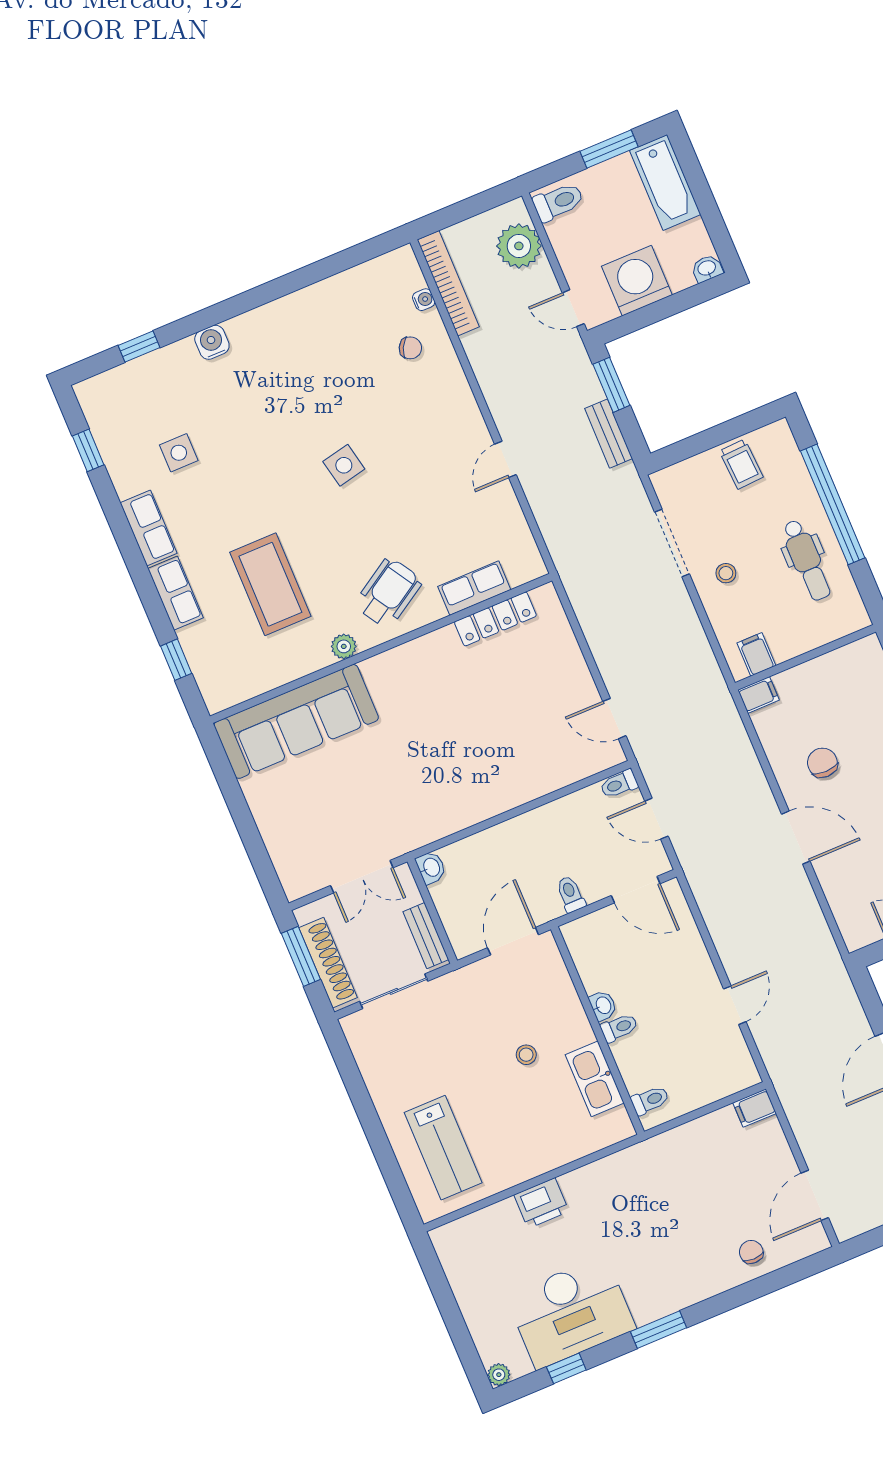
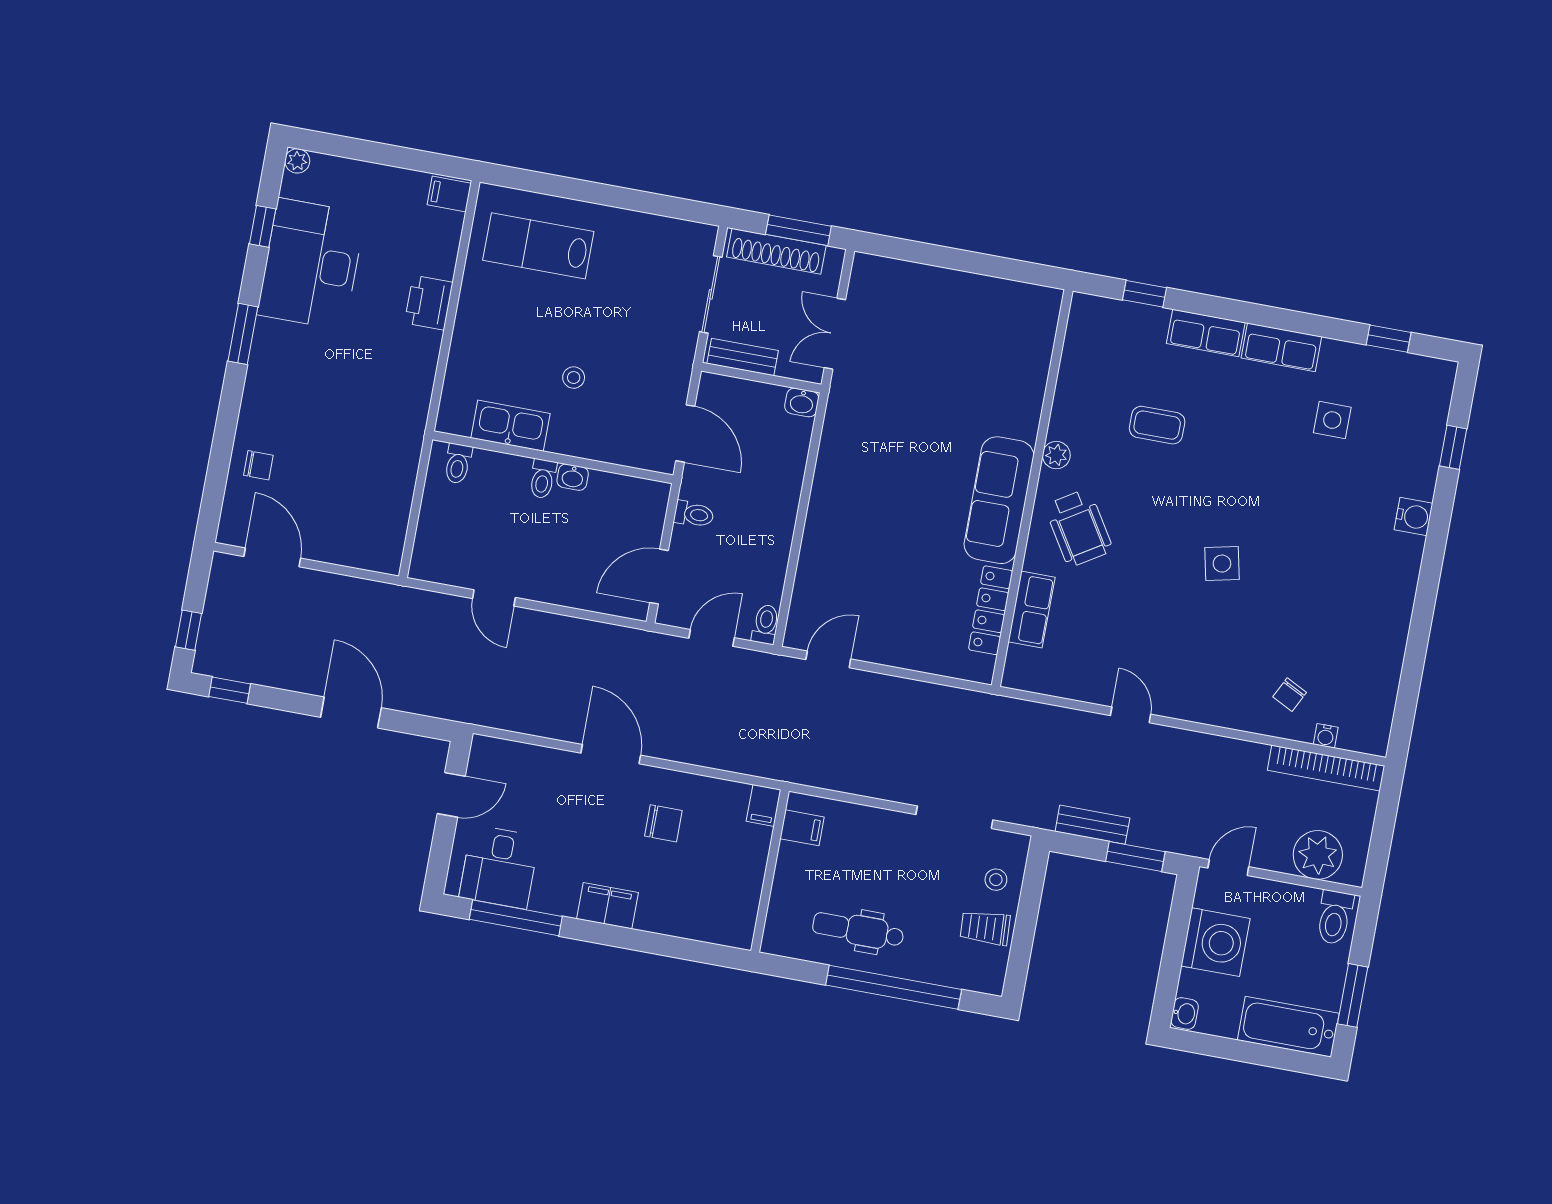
stool: (726, 573) -> (996, 880), moved
coffee table: (270, 584) -> (1157, 425), width x0.54, depth x0.58
sofa: (296, 721) -> (999, 500), moved, width x0.74, depth x0.79
door: (796, 838) -> (611, 754), swing flipped
filing cabinet: (755, 1108) -> (449, 194), moved, turned -90

